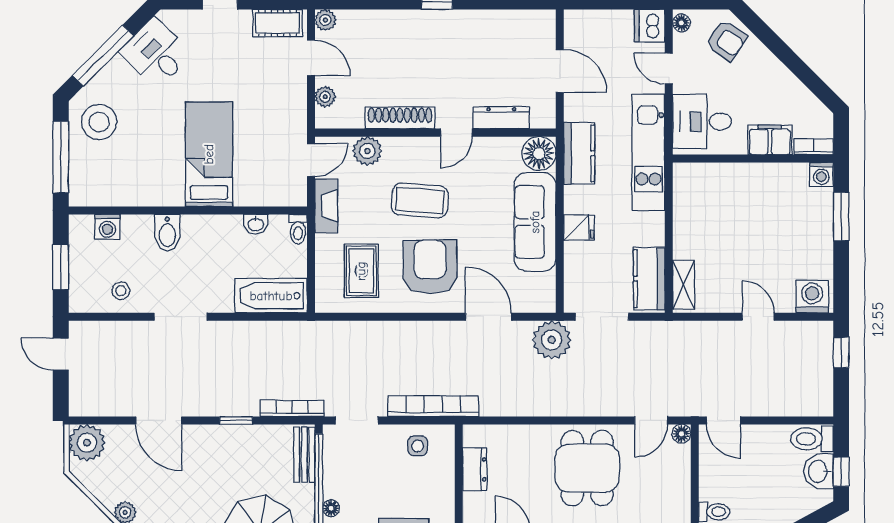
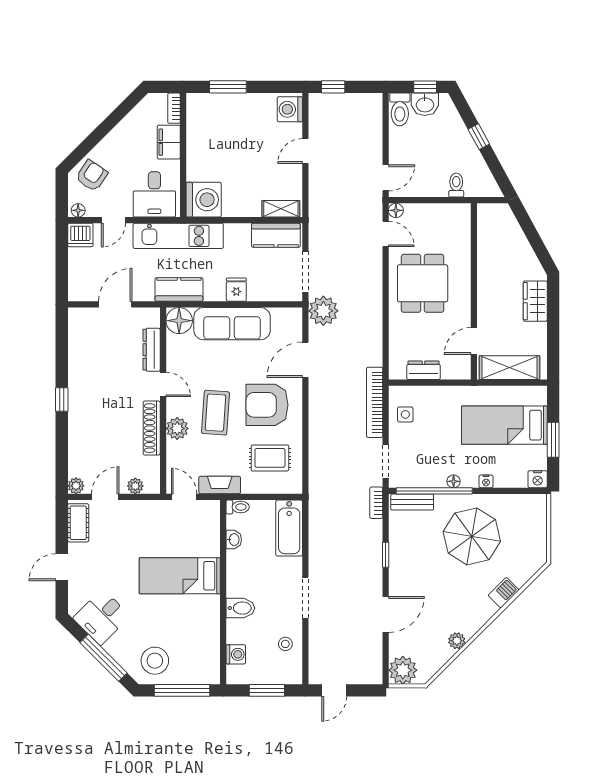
plant: (367, 151) -> (177, 428), moved
washing machine: (821, 174) -> (204, 200), moved, width x1.89, depth x1.89
bookcase: (292, 408) -> (376, 503), width x0.64
dining table: (587, 468) -> (423, 283), turned 90

